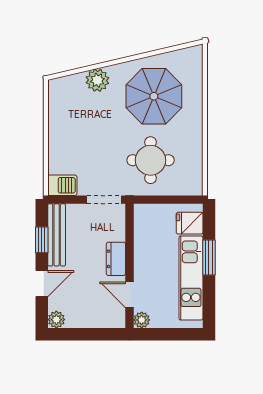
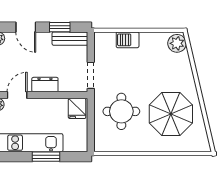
plant: (97, 80) -> (177, 43), moved
barbecue: (62, 185) -> (128, 40), moved, turned 90
fridge: (190, 223) -> (77, 108), moved, turned 180
bench: (57, 235) -> (70, 39), width x0.73

